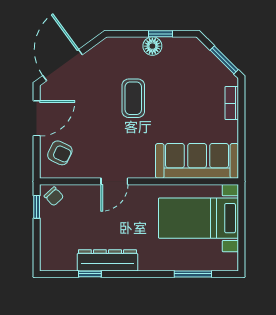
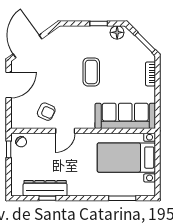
floor lamp: (152, 46) -> (117, 32), moved
coffee table: (133, 98) -> (91, 72), moved
armchair: (60, 153) -> (46, 112), moved
dresser: (107, 260) -> (45, 188), moved

